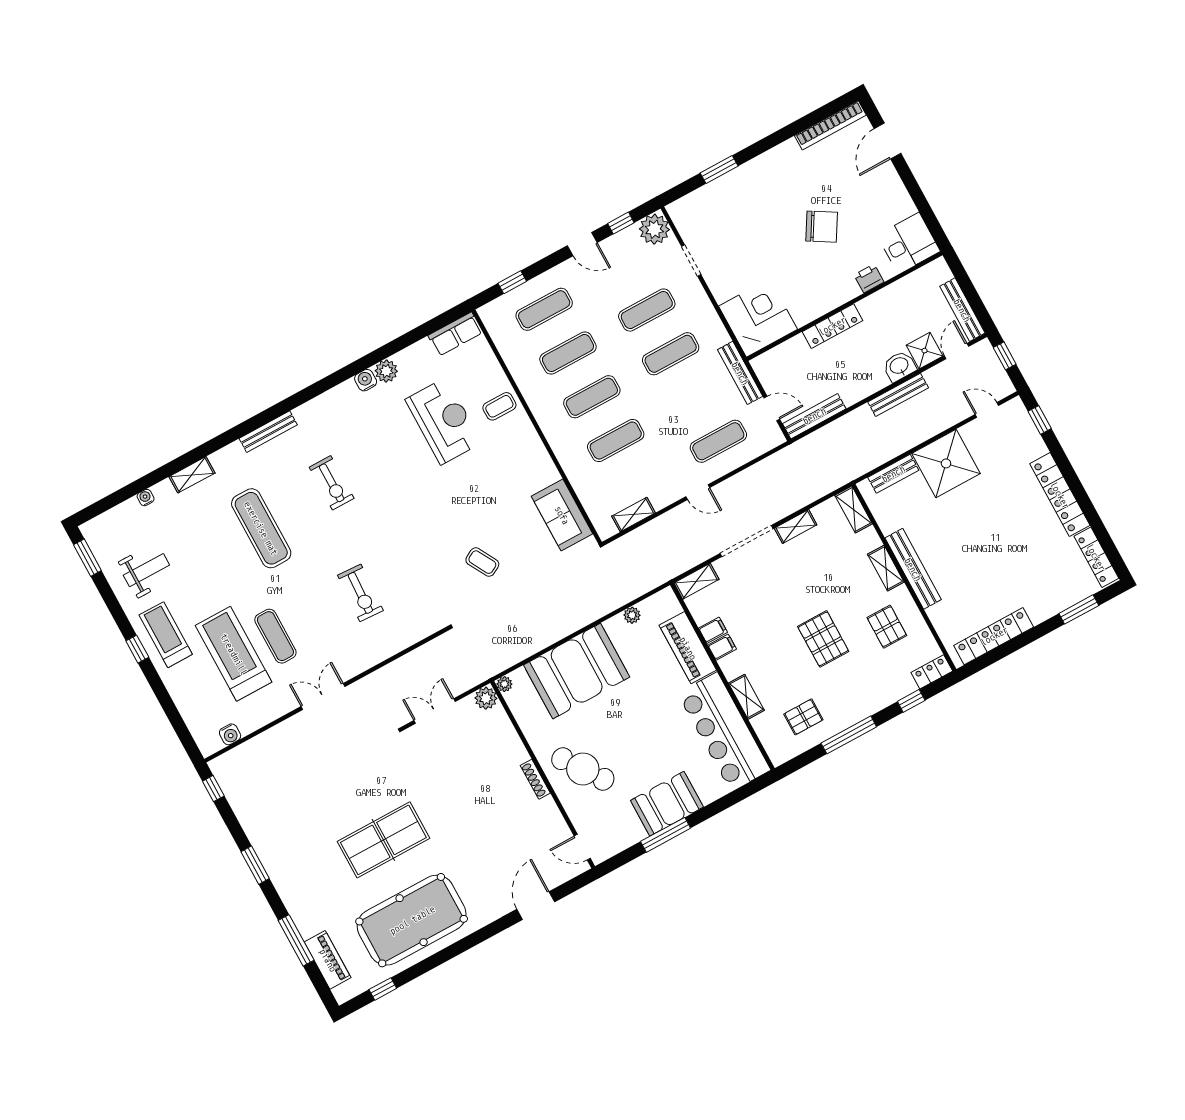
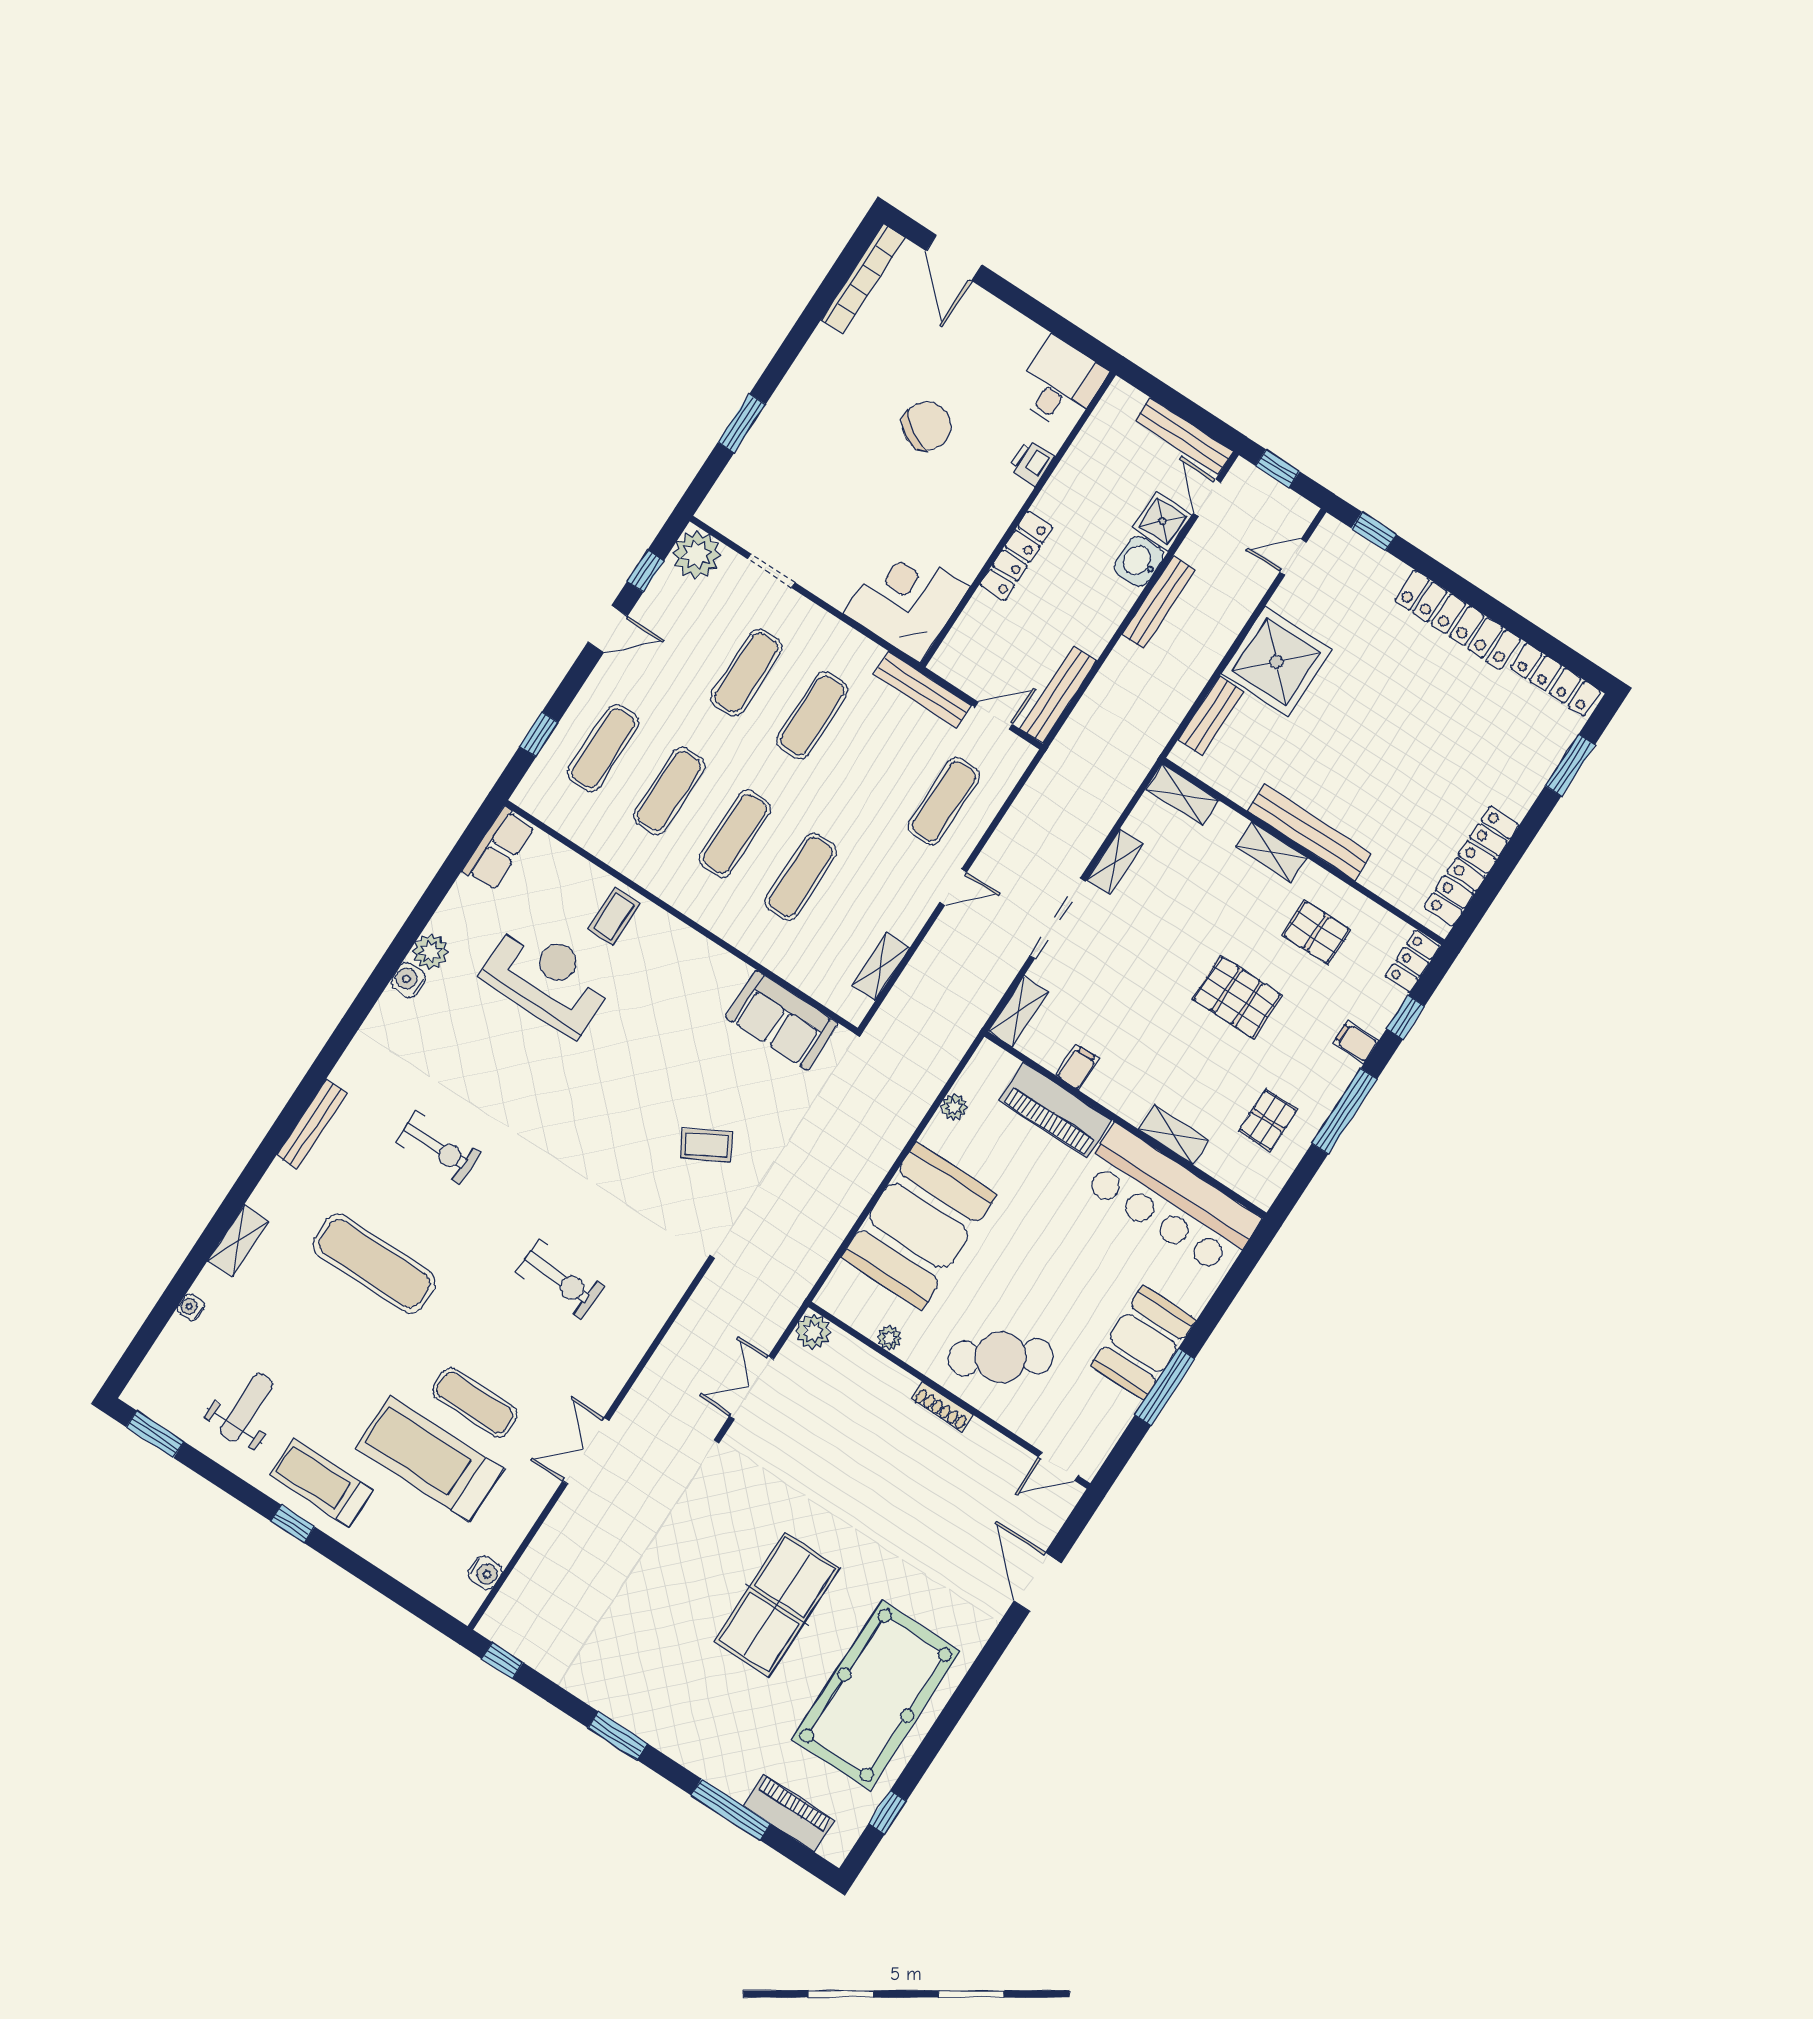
filing cabinet: (722, 647) -> (1356, 1042), moved, turned -90
plant: (504, 684) -> (889, 1338), moved

